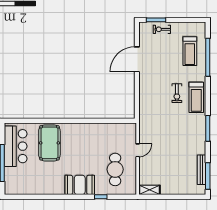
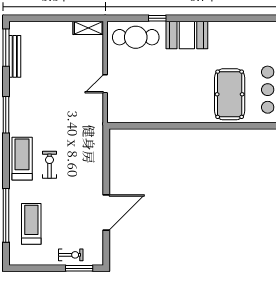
cafe table: (115, 169) -> (136, 37), moved, turned 90

